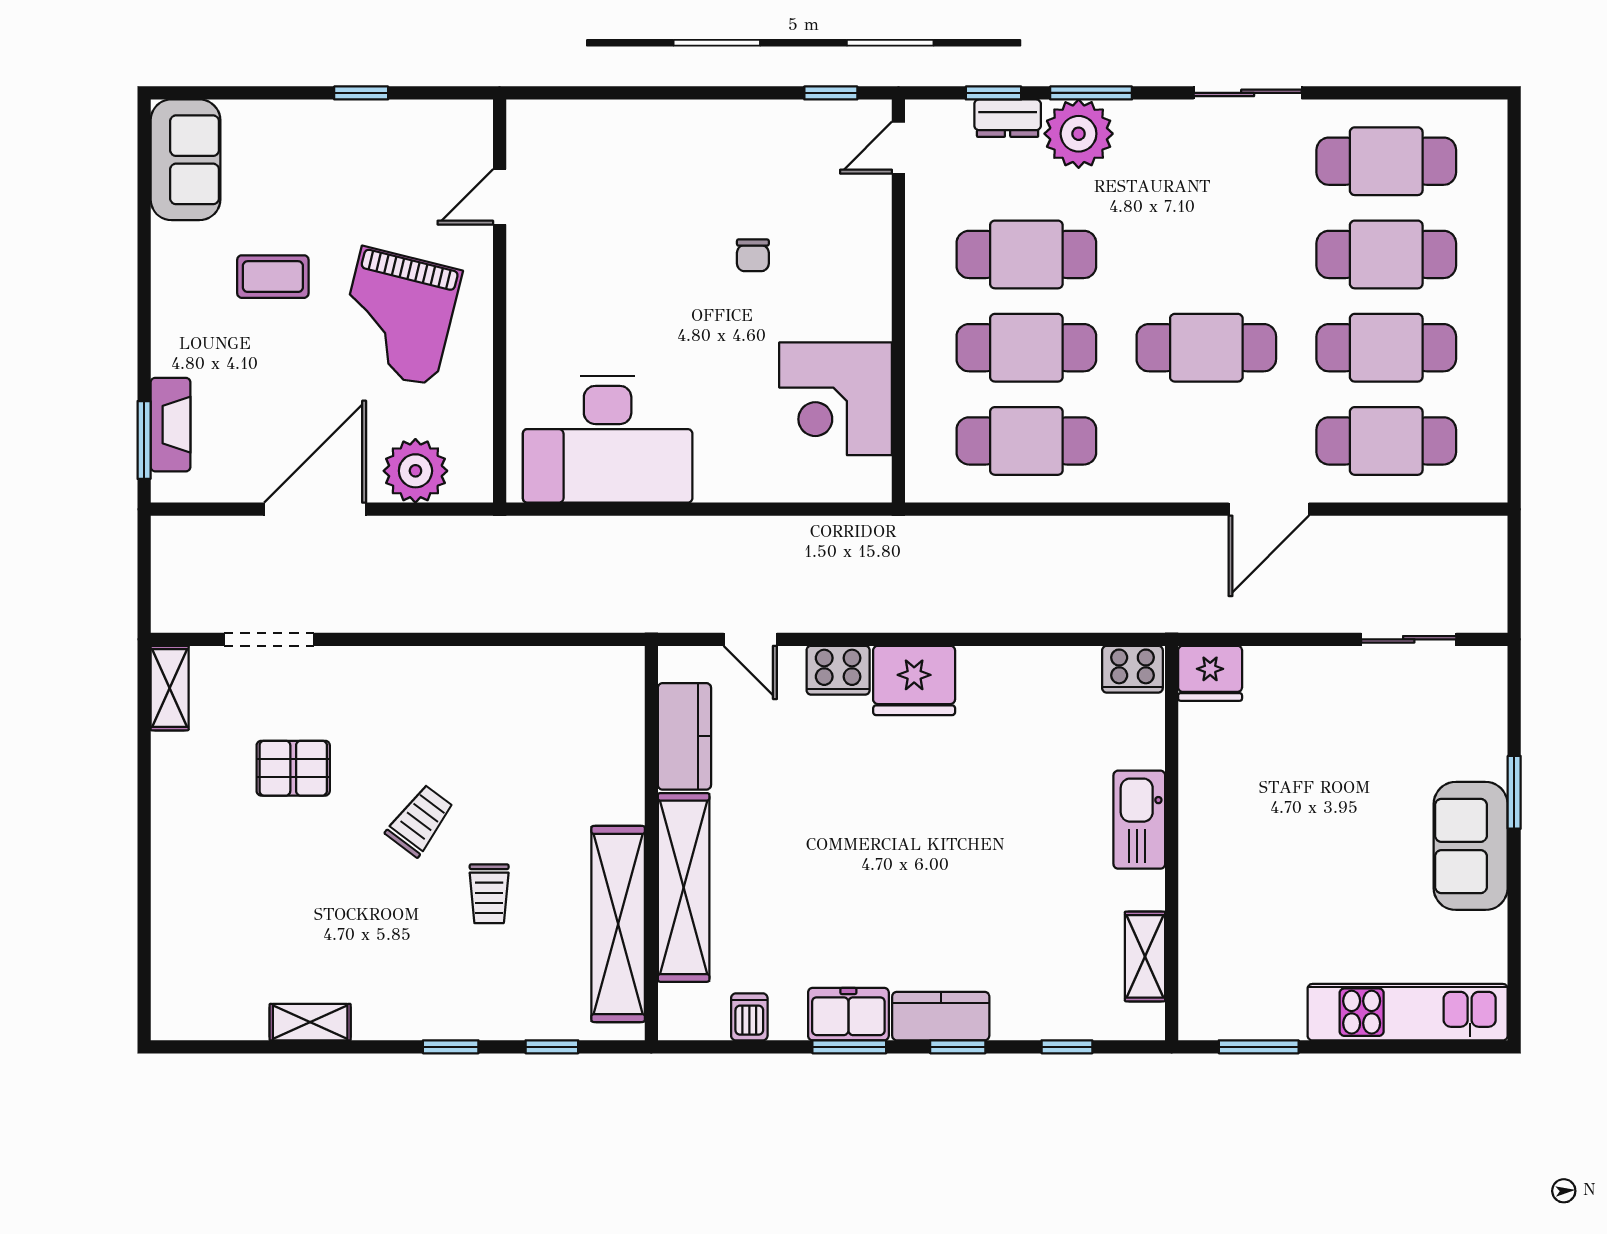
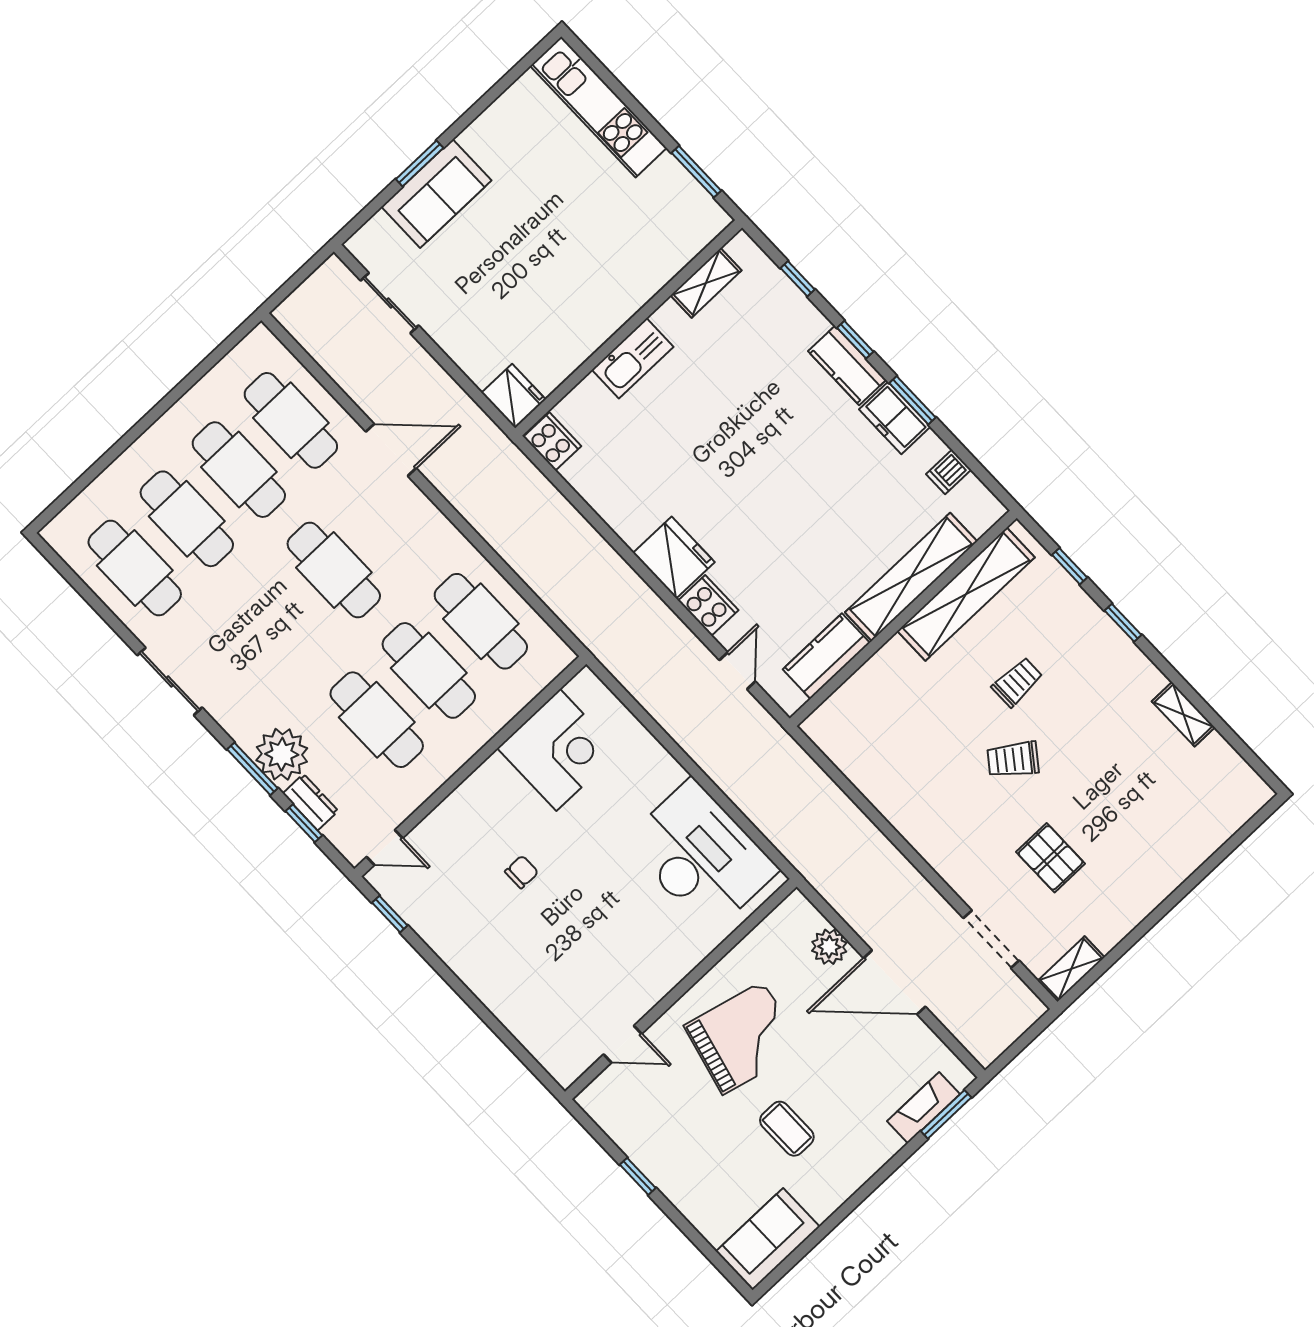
plant: (415, 471) -> (829, 947), width x0.73, depth x0.73
sofa: (1471, 846) -> (436, 194), moved

